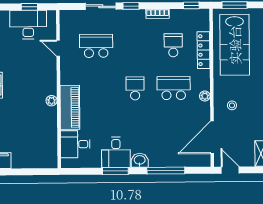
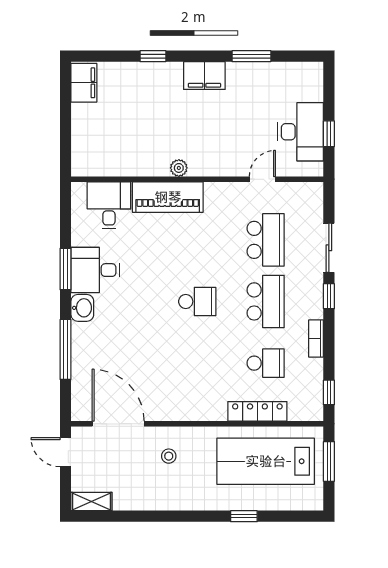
school desk: (174, 88) -> (266, 301), moved
plant: (205, 96) -> (184, 413), removed
door: (230, 170) -> (66, 452), swing flipped

